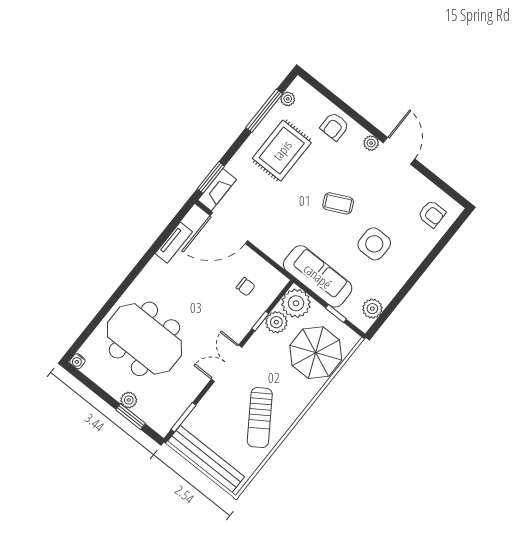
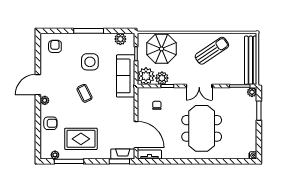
tv unit: (174, 243) -> (149, 155), moved
window: (417, 275) -> (89, 31), added
meeting table: (144, 339) -> (202, 128), moved
plant: (129, 400) -> (252, 92), moved

